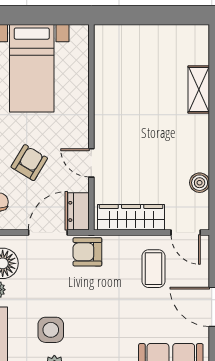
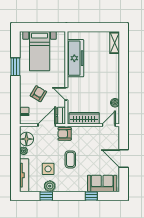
freezer: (112, 84) -> (75, 58), added
shelving: (199, 90) -> (115, 43), moved
door: (186, 233) -> (109, 125), swing flipped
coffee table: (153, 269) -> (70, 159), moved

